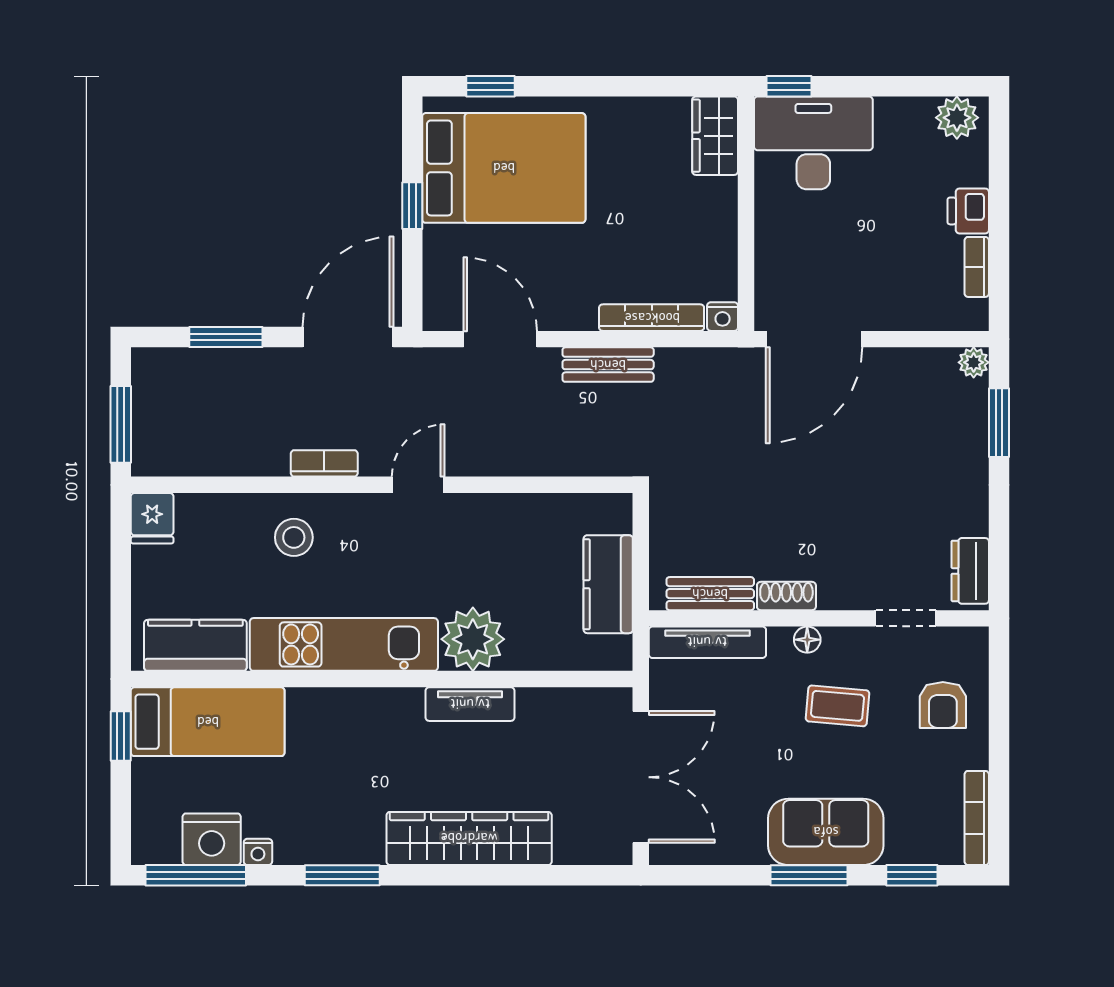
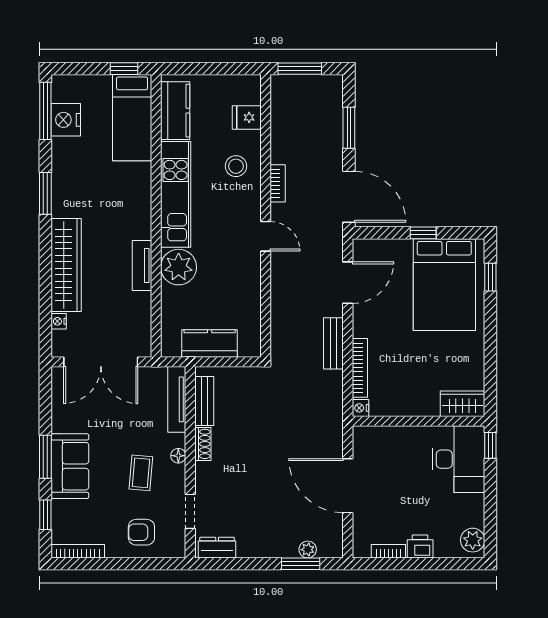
door: (814, 339) -> (348, 486), moved
plant: (974, 362) -> (308, 550), moved
fridge: (152, 518) -> (247, 117), moved
nightstand: (258, 852) -> (59, 321), moved

